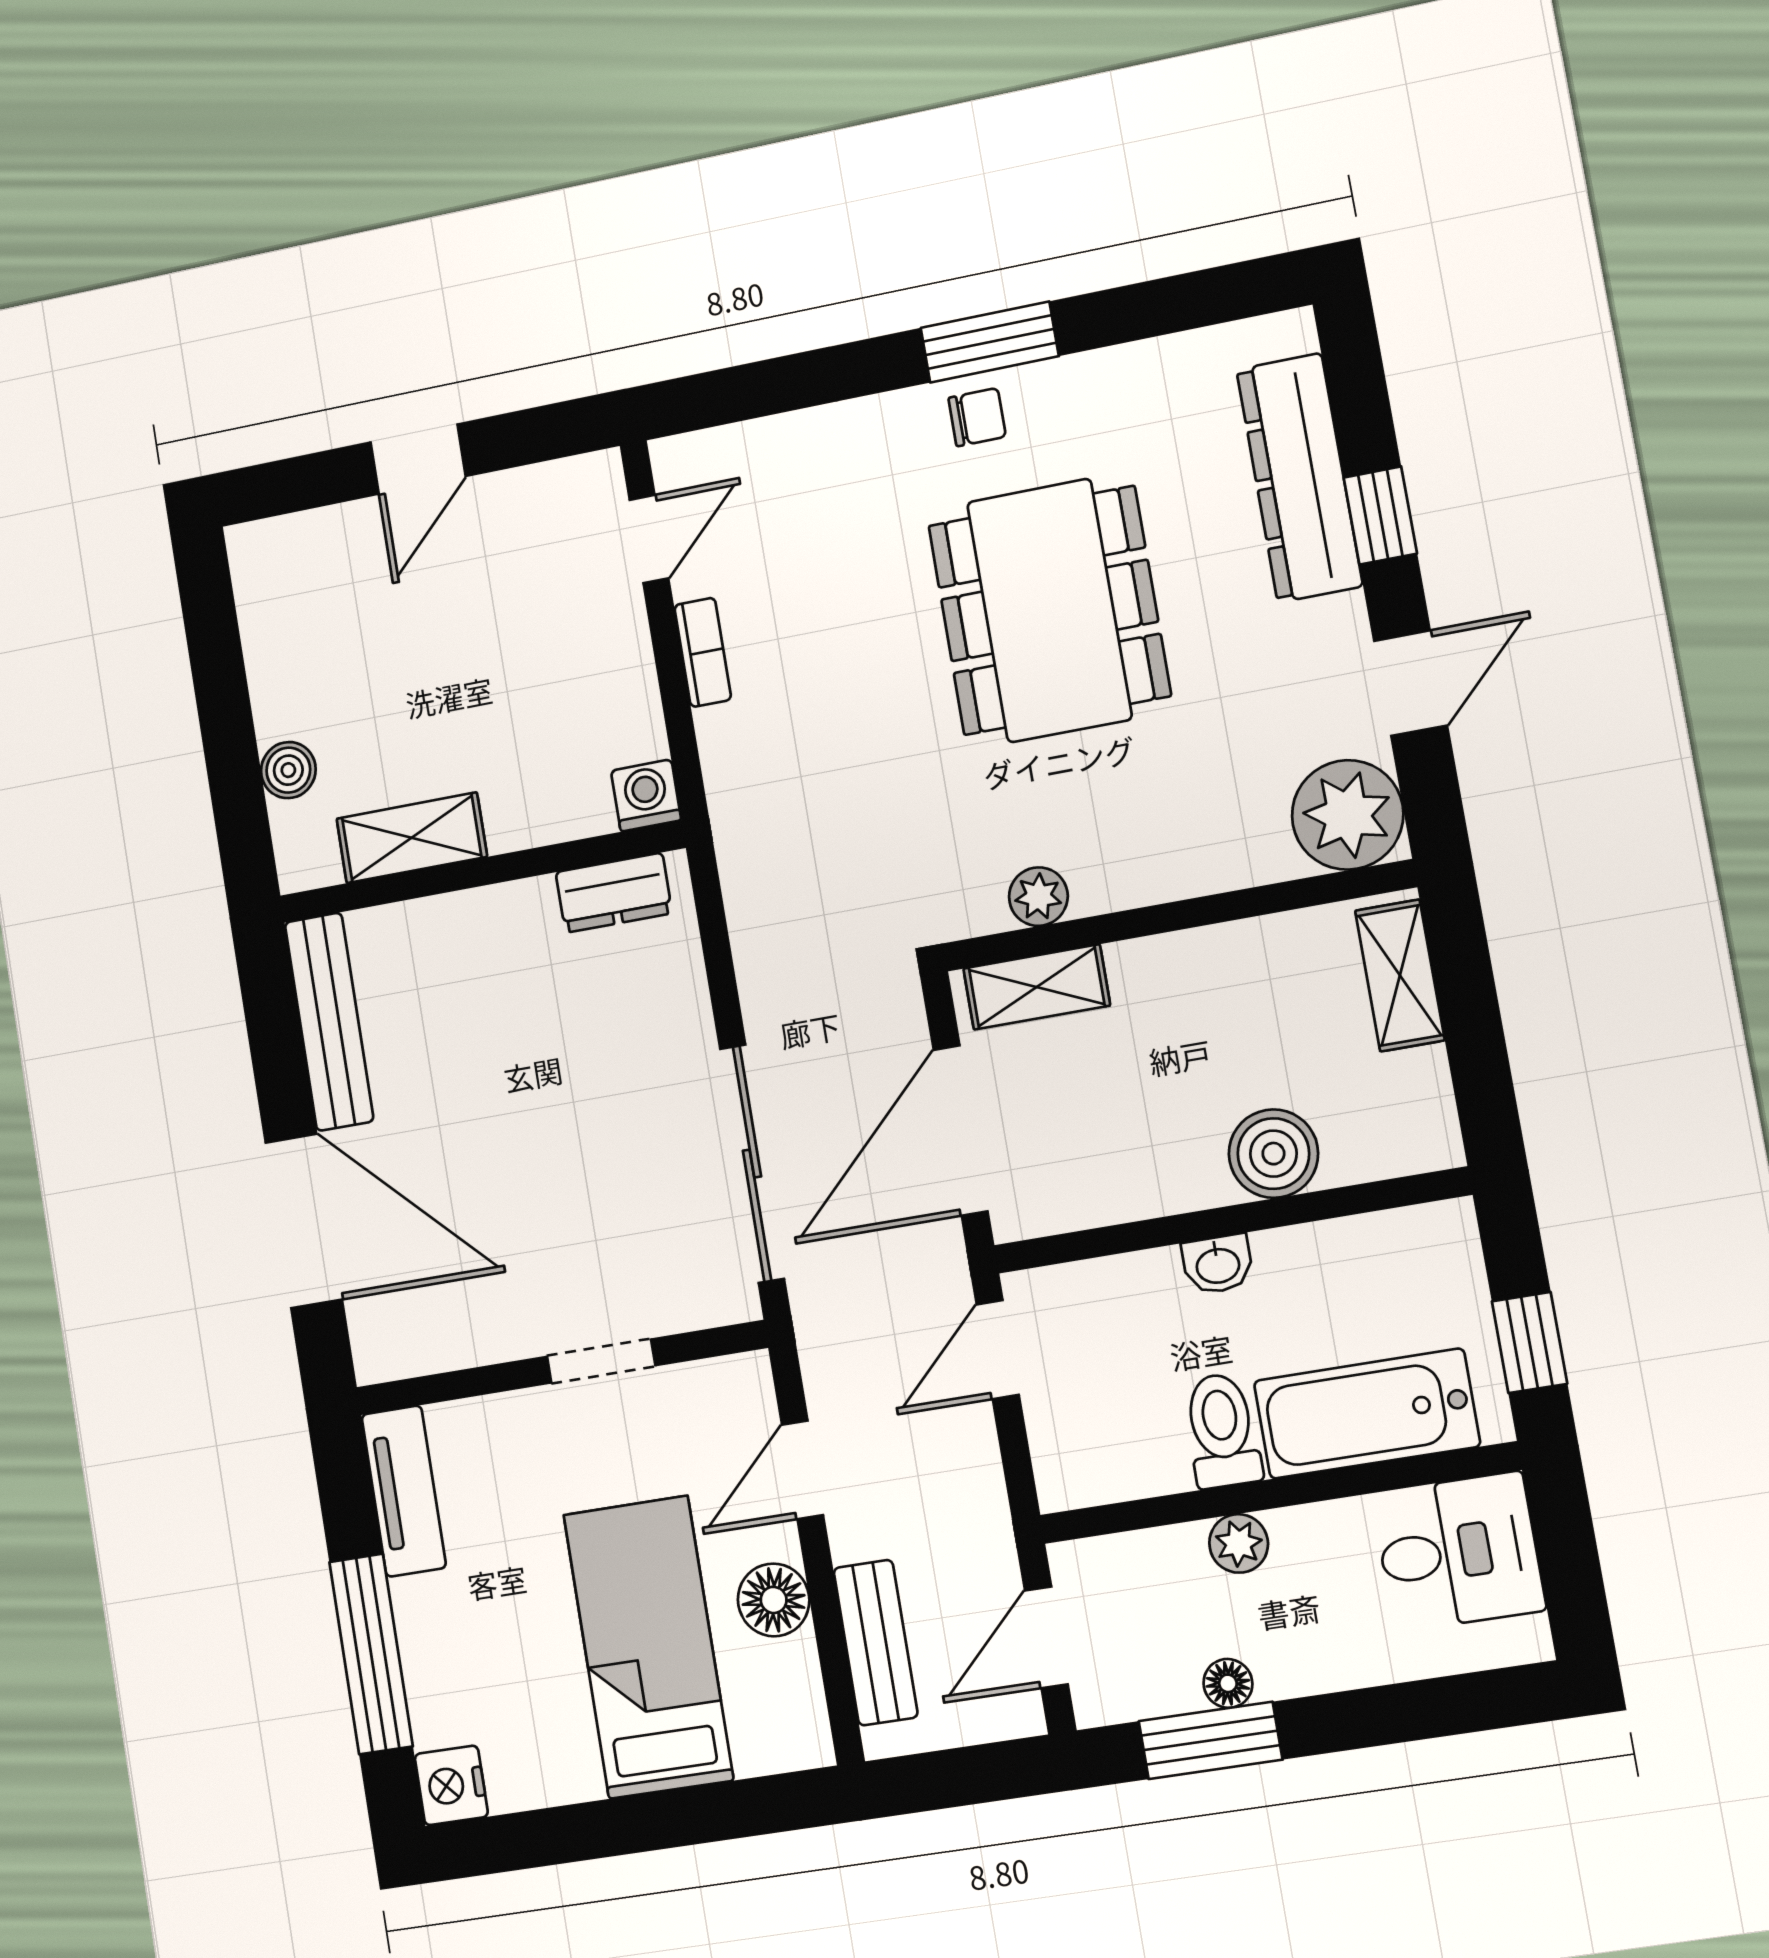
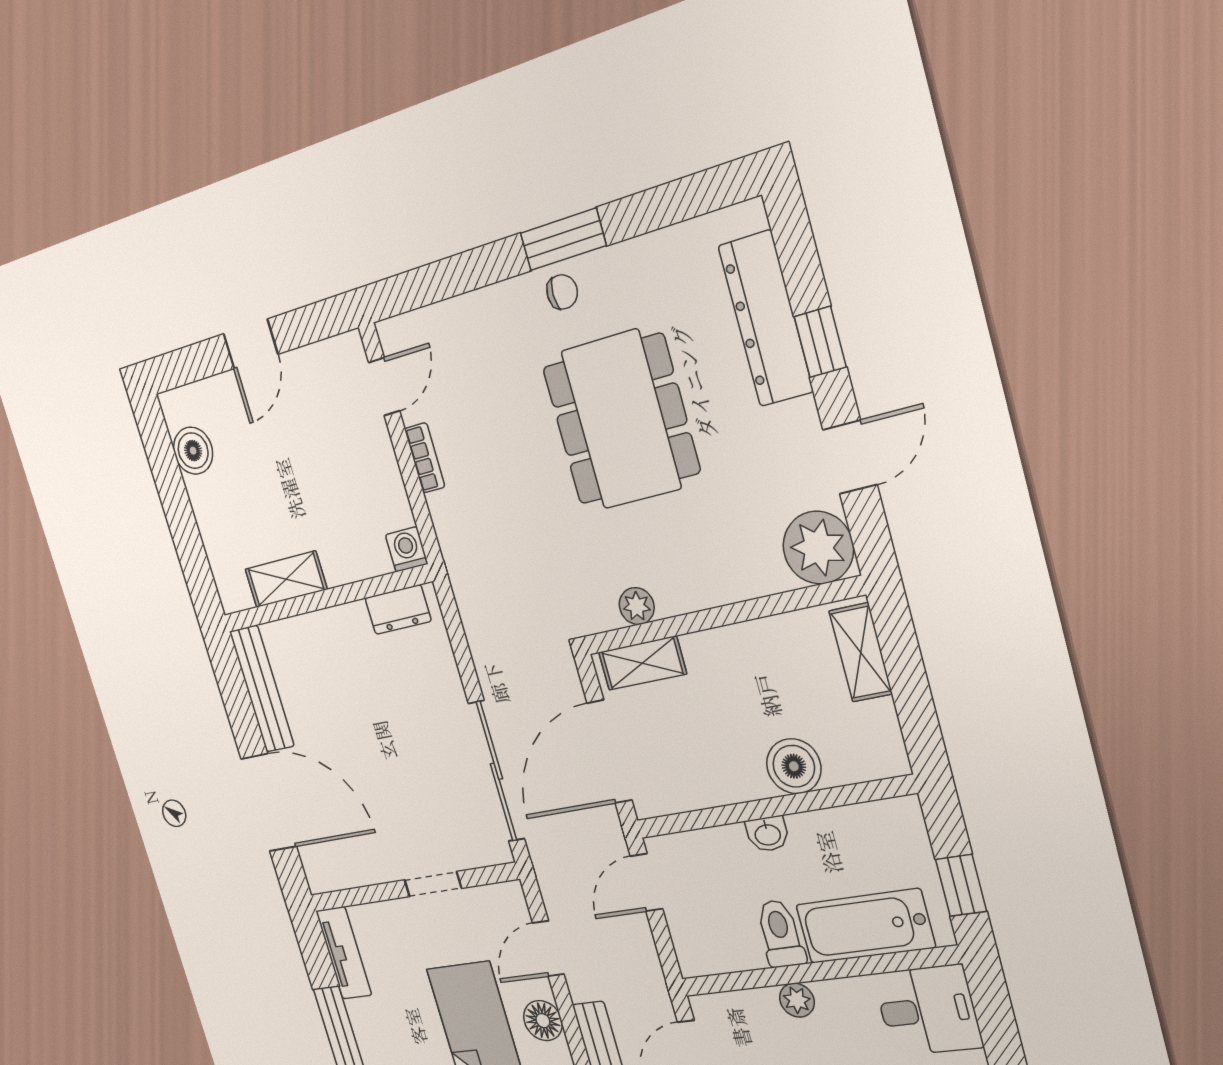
boiler: (288, 770) -> (193, 451), moved, width x1.36, depth x1.36

